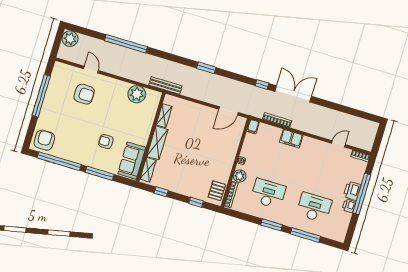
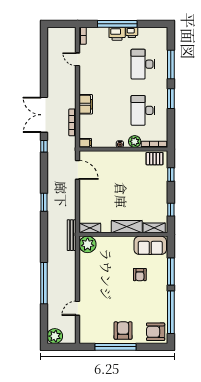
armchair: (84, 94) -> (123, 331), moved
plant: (137, 94) -> (88, 244), moved
shelving: (164, 116) -> (90, 228), moved

